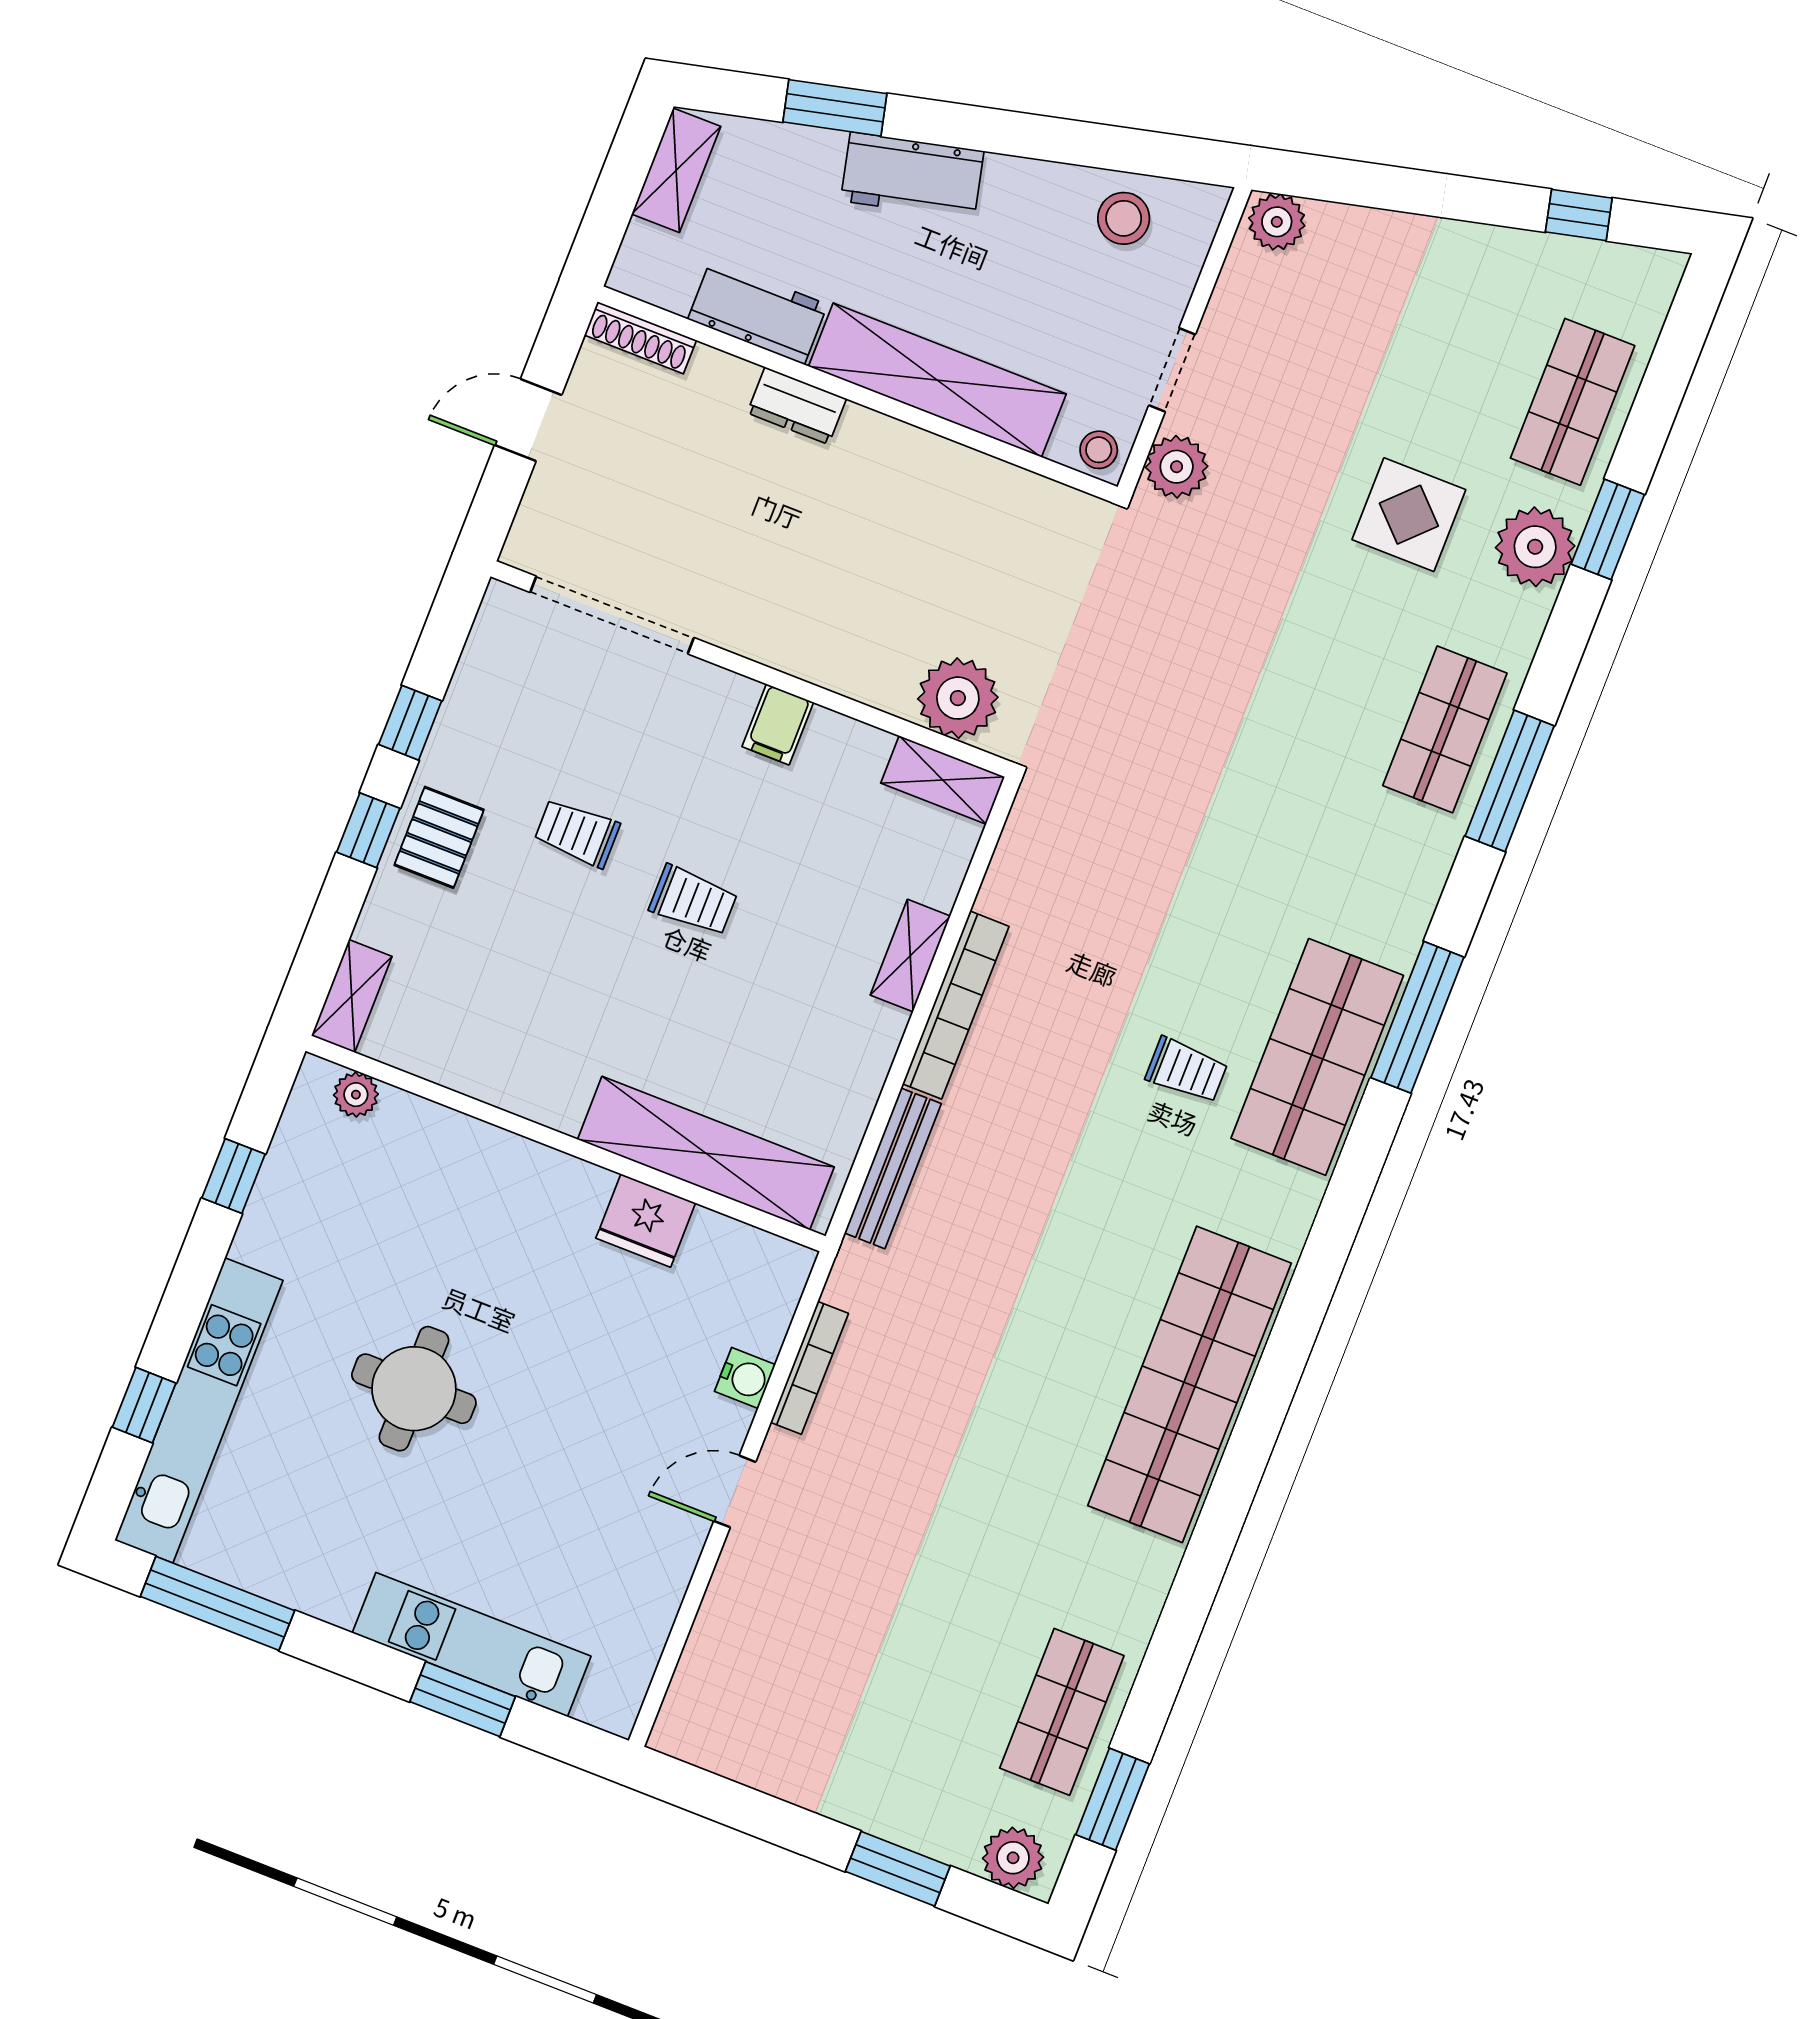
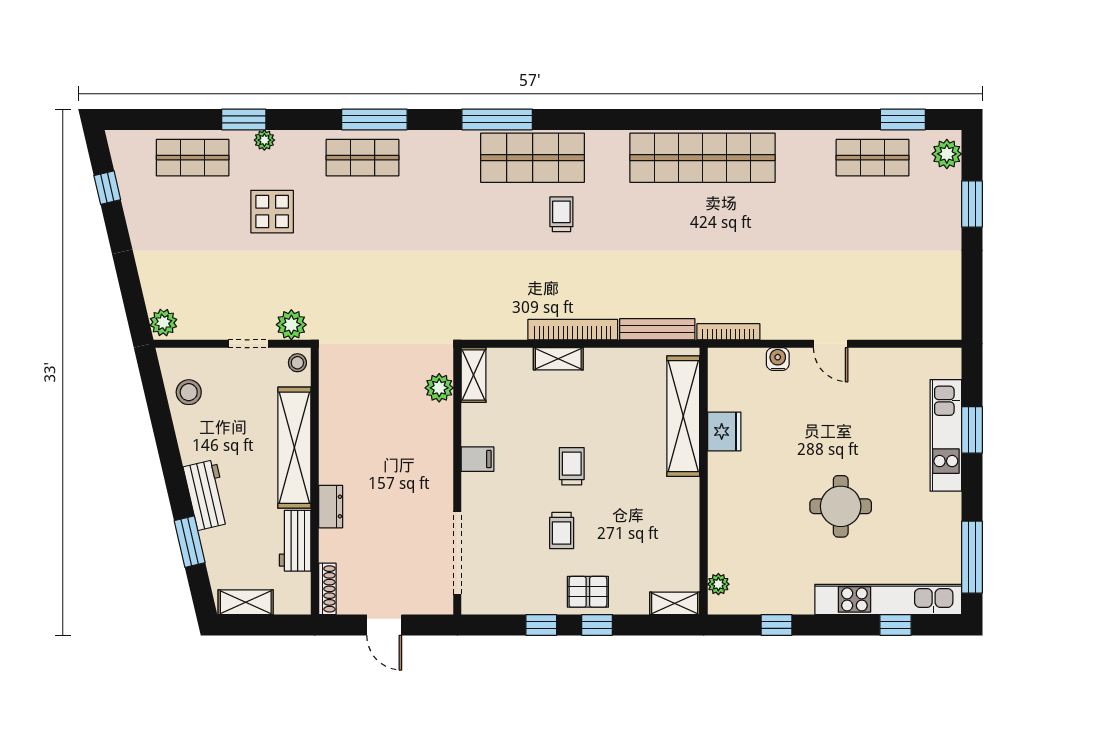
plant: (1535, 547) -> (264, 140), width x0.53, depth x0.53
plant: (958, 698) -> (439, 388), width x0.73, depth x0.73
bookcase: (809, 1368) -> (728, 332), moved

